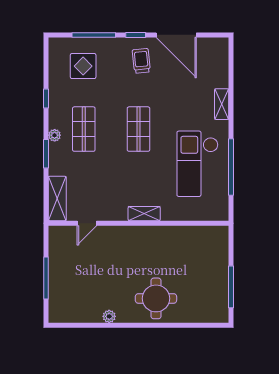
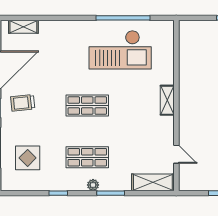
shelving: (222, 104) -> (23, 27), moved

